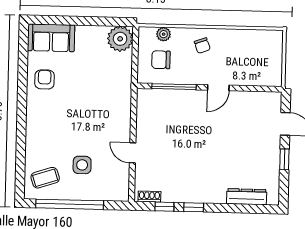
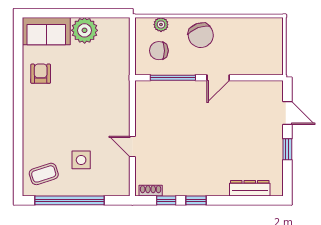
plant: (120, 39) -> (85, 30), moved
chair: (202, 46) -> (201, 35), width x1.87, depth x1.87

